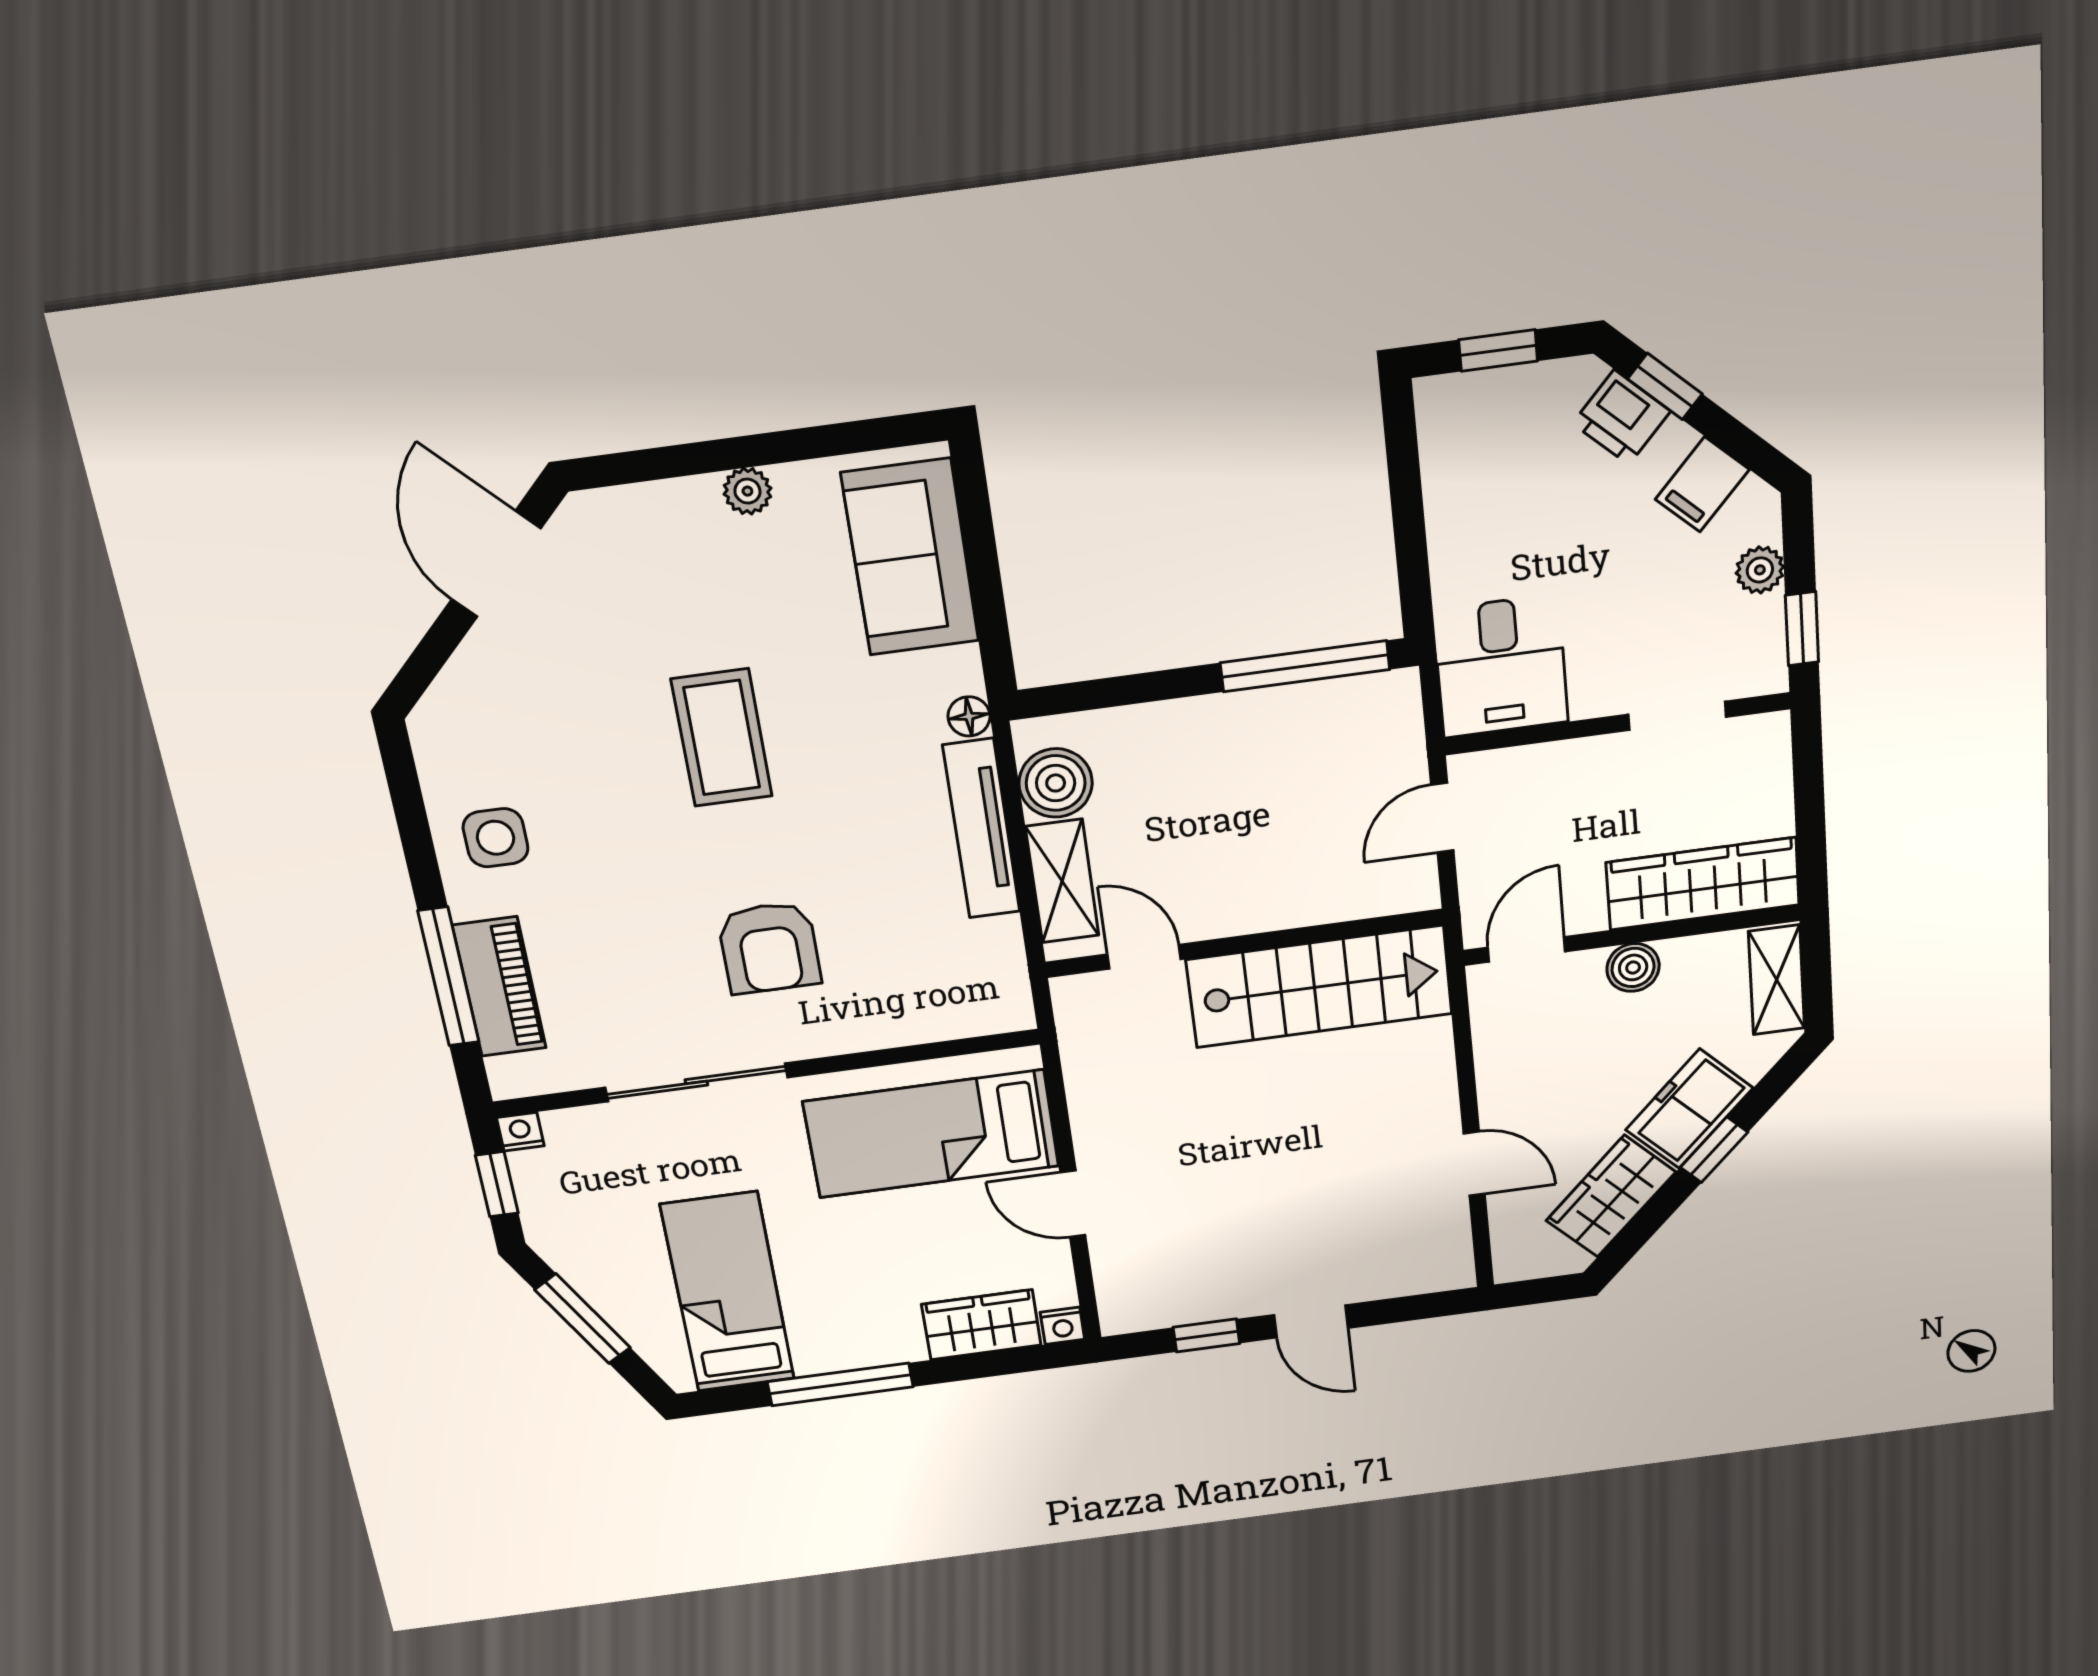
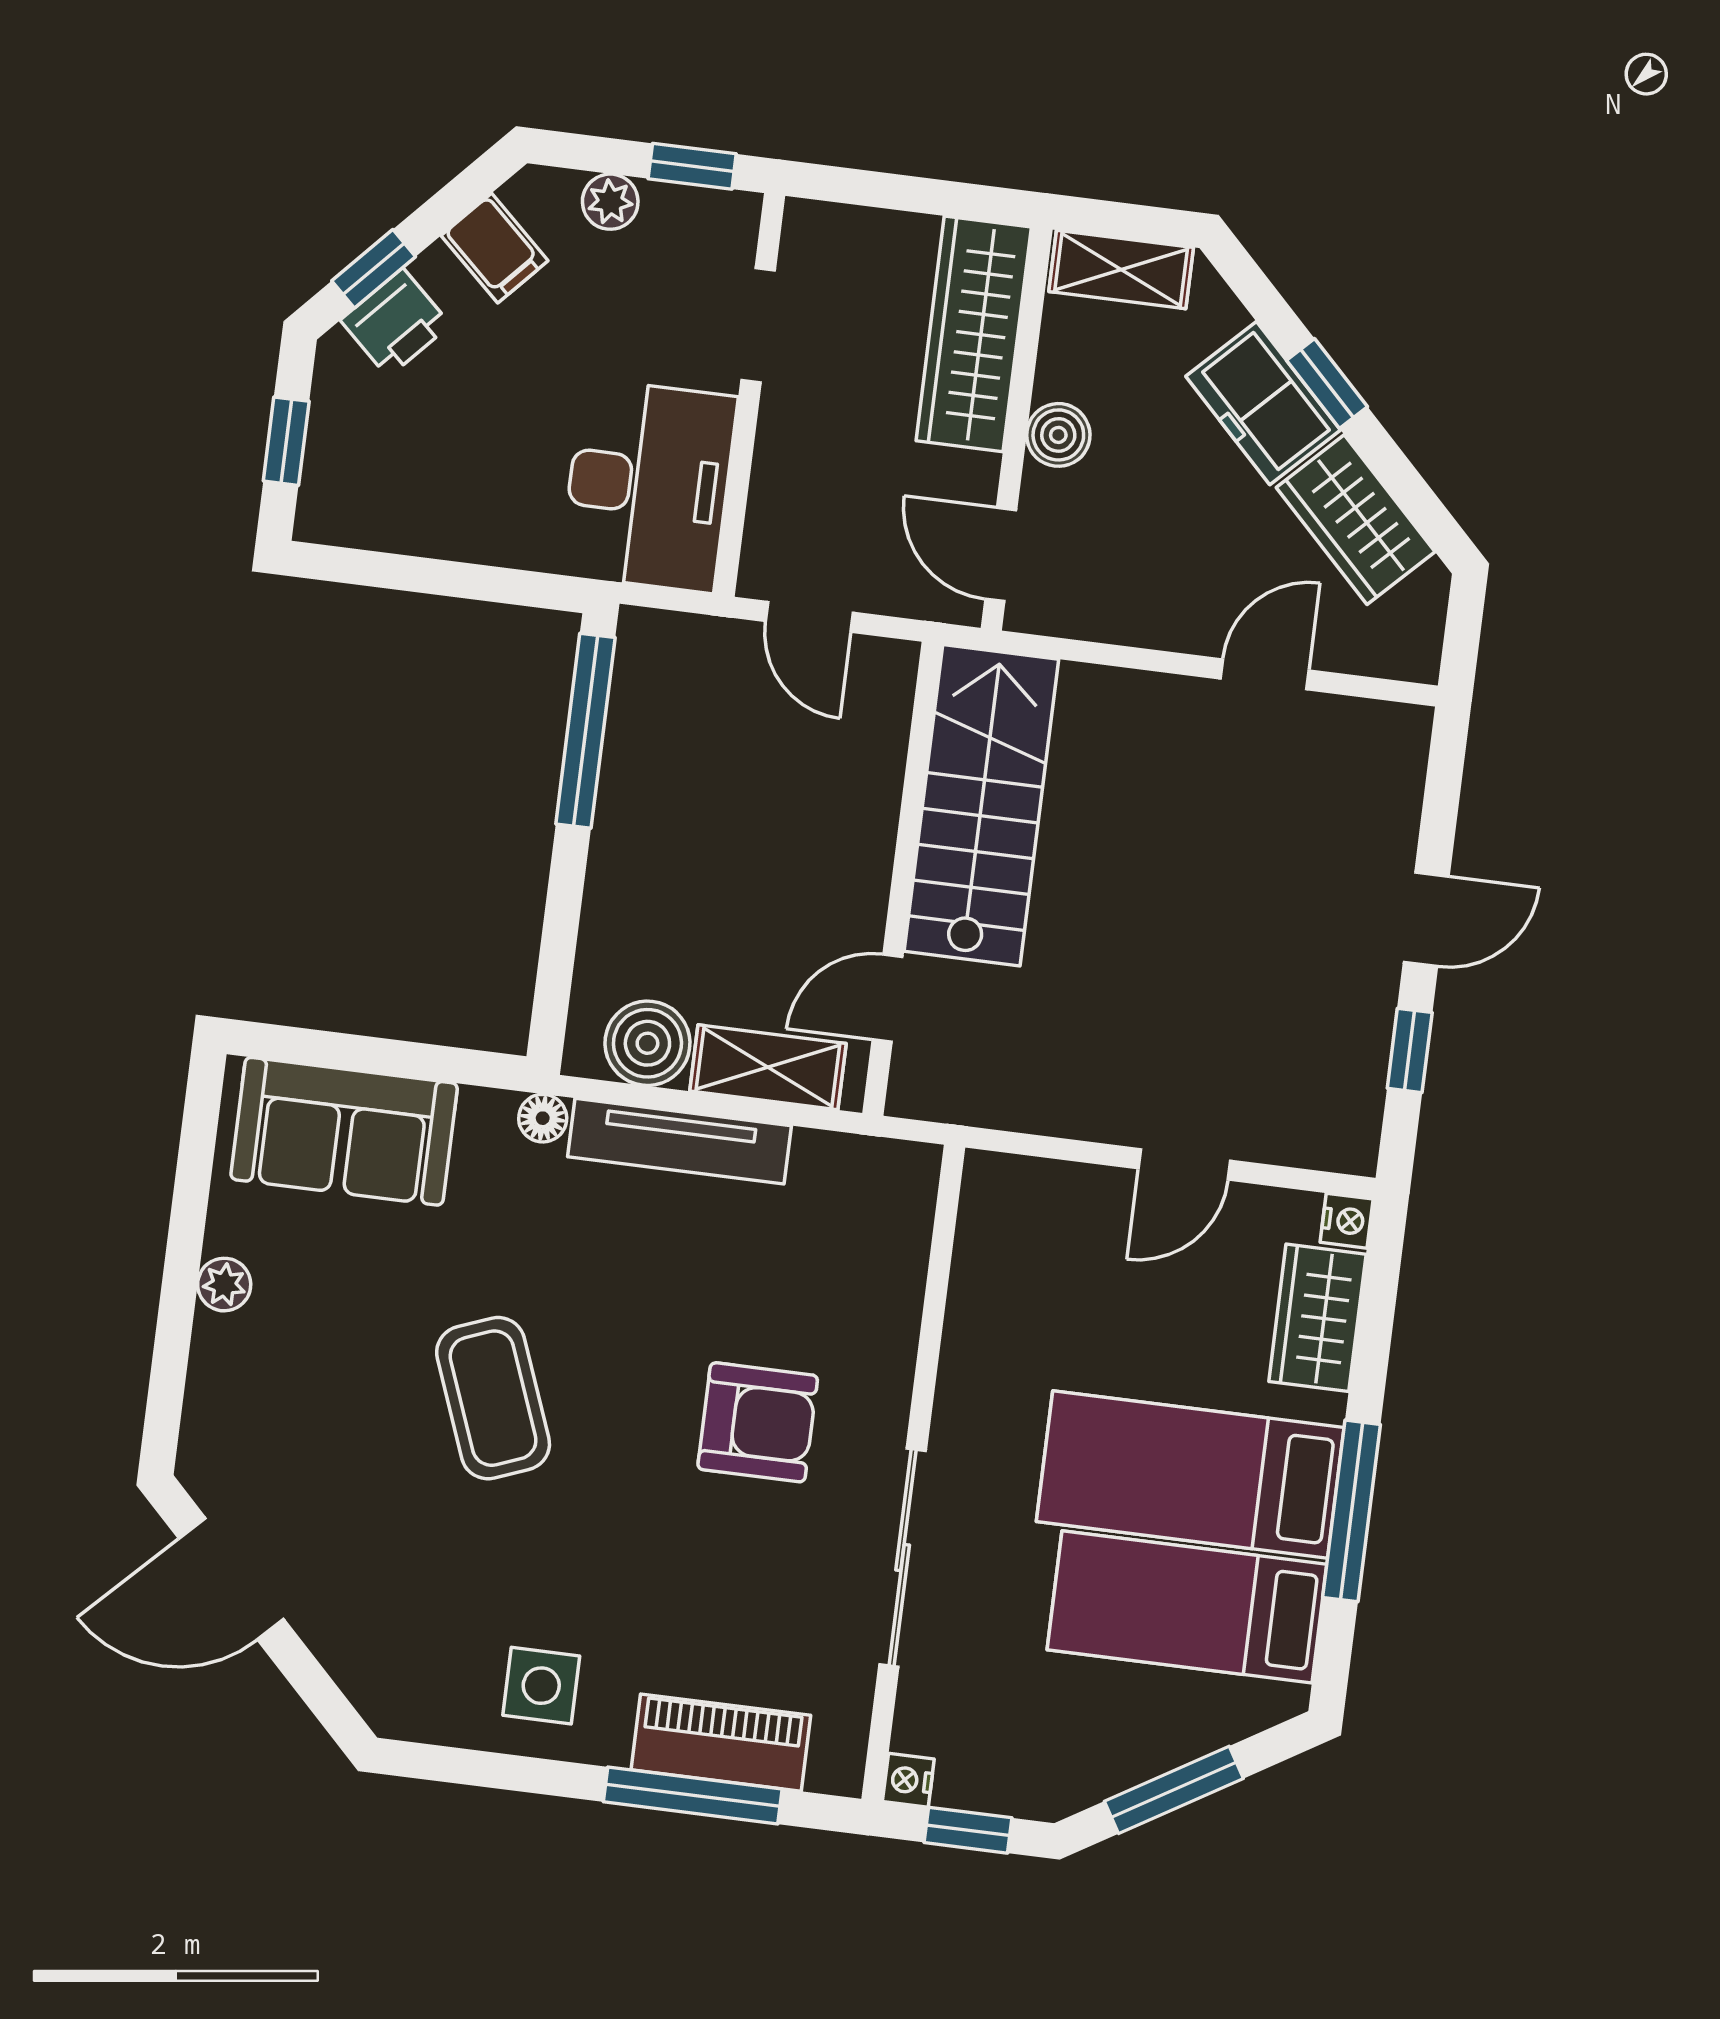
desk: (1501, 666) -> (648, 486), width x1.37
coffee table: (722, 738) -> (493, 1398), turned 69
bed: (931, 1134) -> (1190, 1475), moved, turned 90

